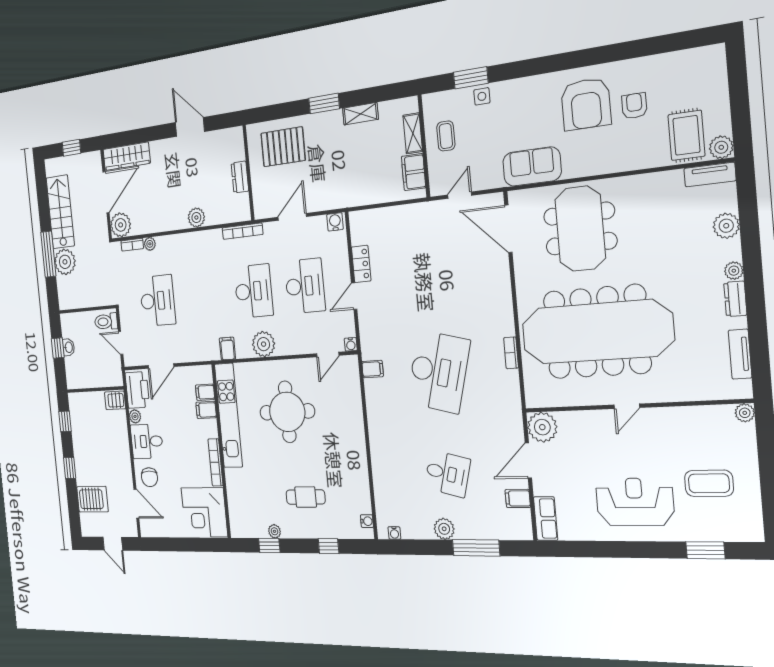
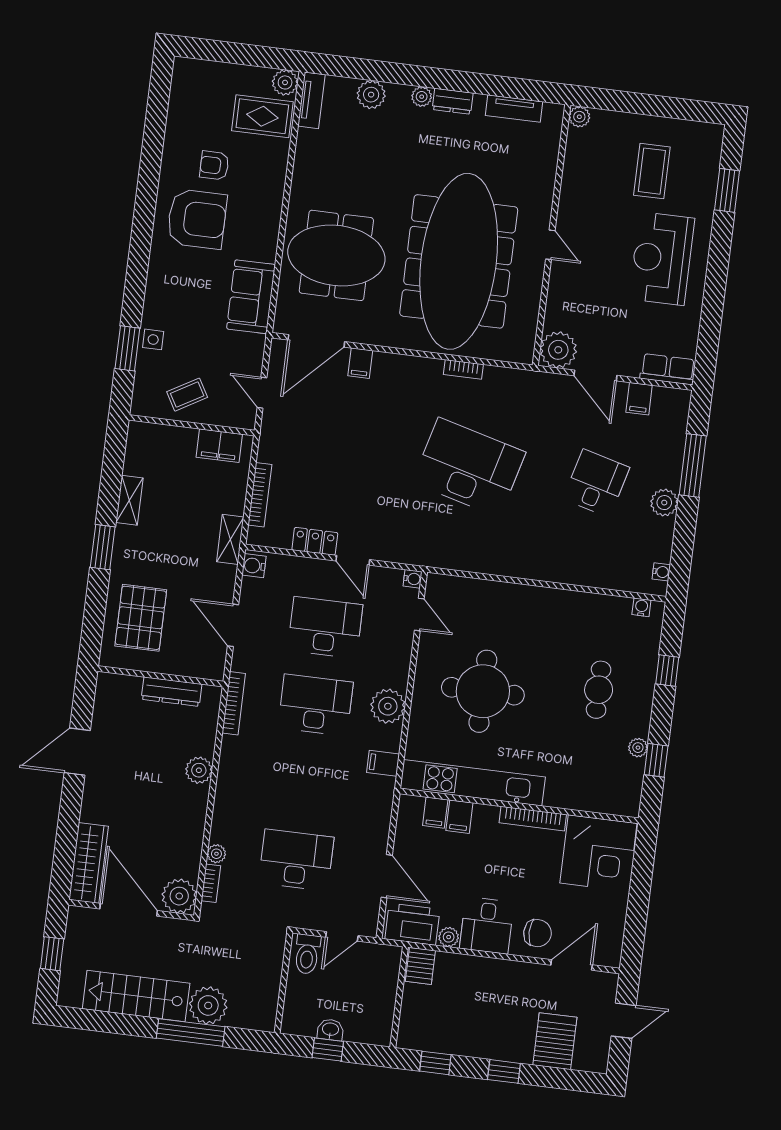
shelving: (413, 133) -> (230, 539), moved, turned 90
coffee table: (446, 136) -> (187, 395), turned -30
dresser: (240, 177) -> (172, 692), width x1.44
bookcase: (385, 213) -> (260, 495), added
filing cabinet: (373, 369) -> (360, 363), moved, turned 180

